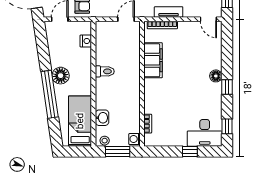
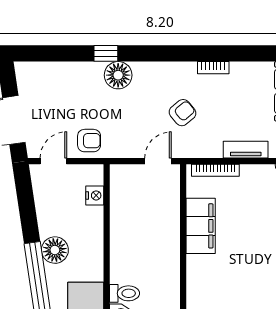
tv unit: (169, 12) -> (246, 150), moved
toilet: (105, 71) -> (125, 293), moved

